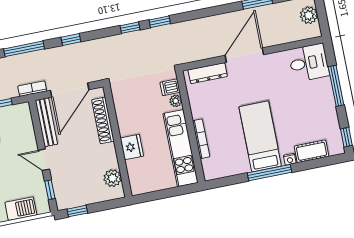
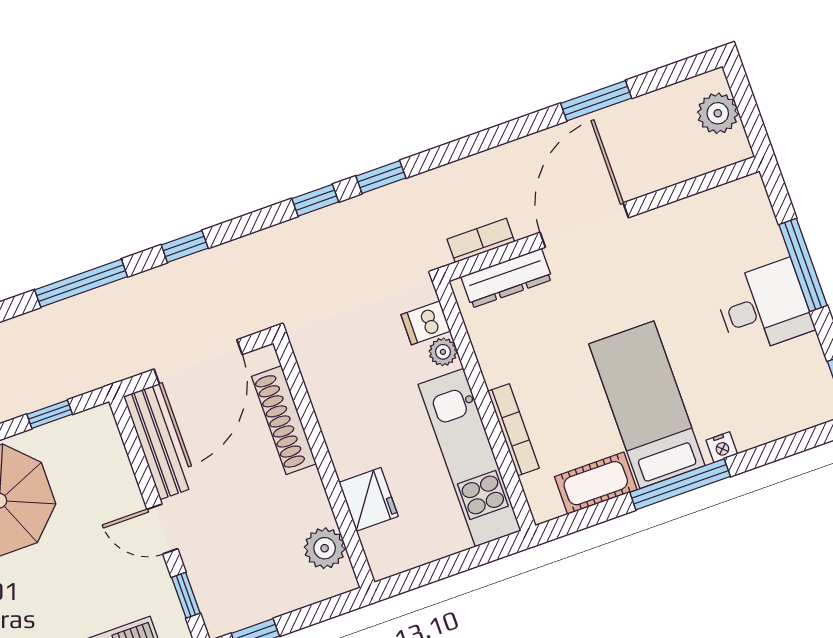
desk: (309, 63) -> (764, 307), moved
bookcase: (32, 89) -> (481, 240), moved
fridge: (132, 147) -> (369, 499), moved
cot: (312, 151) -> (596, 483), moved

